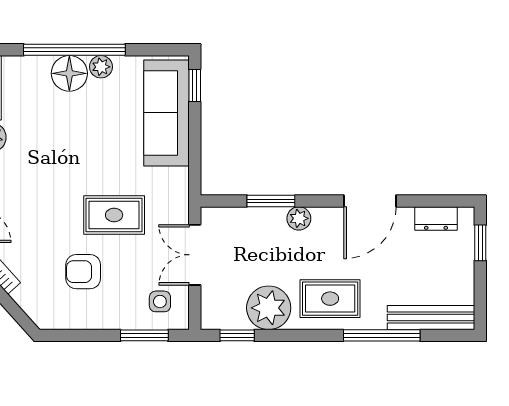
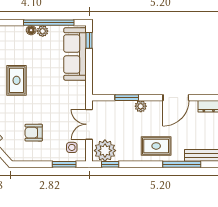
window: (74, 50) -> (49, 23), moved
floor lamp: (69, 73) -> (31, 30), width x0.53, depth x0.53
rug: (114, 215) -> (17, 80), moved, turned 90
plant: (269, 308) -> (105, 151), moved

